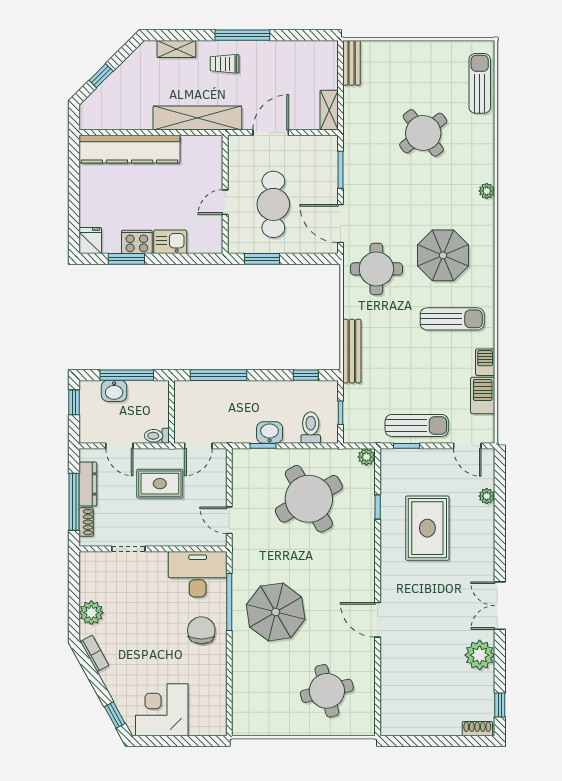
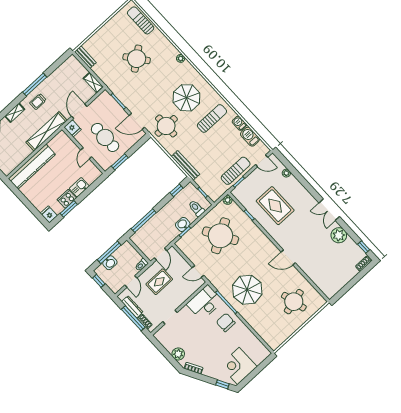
fridge: (239, 148) -> (73, 128), added
door: (119, 446) -> (131, 282), hinge flipped

